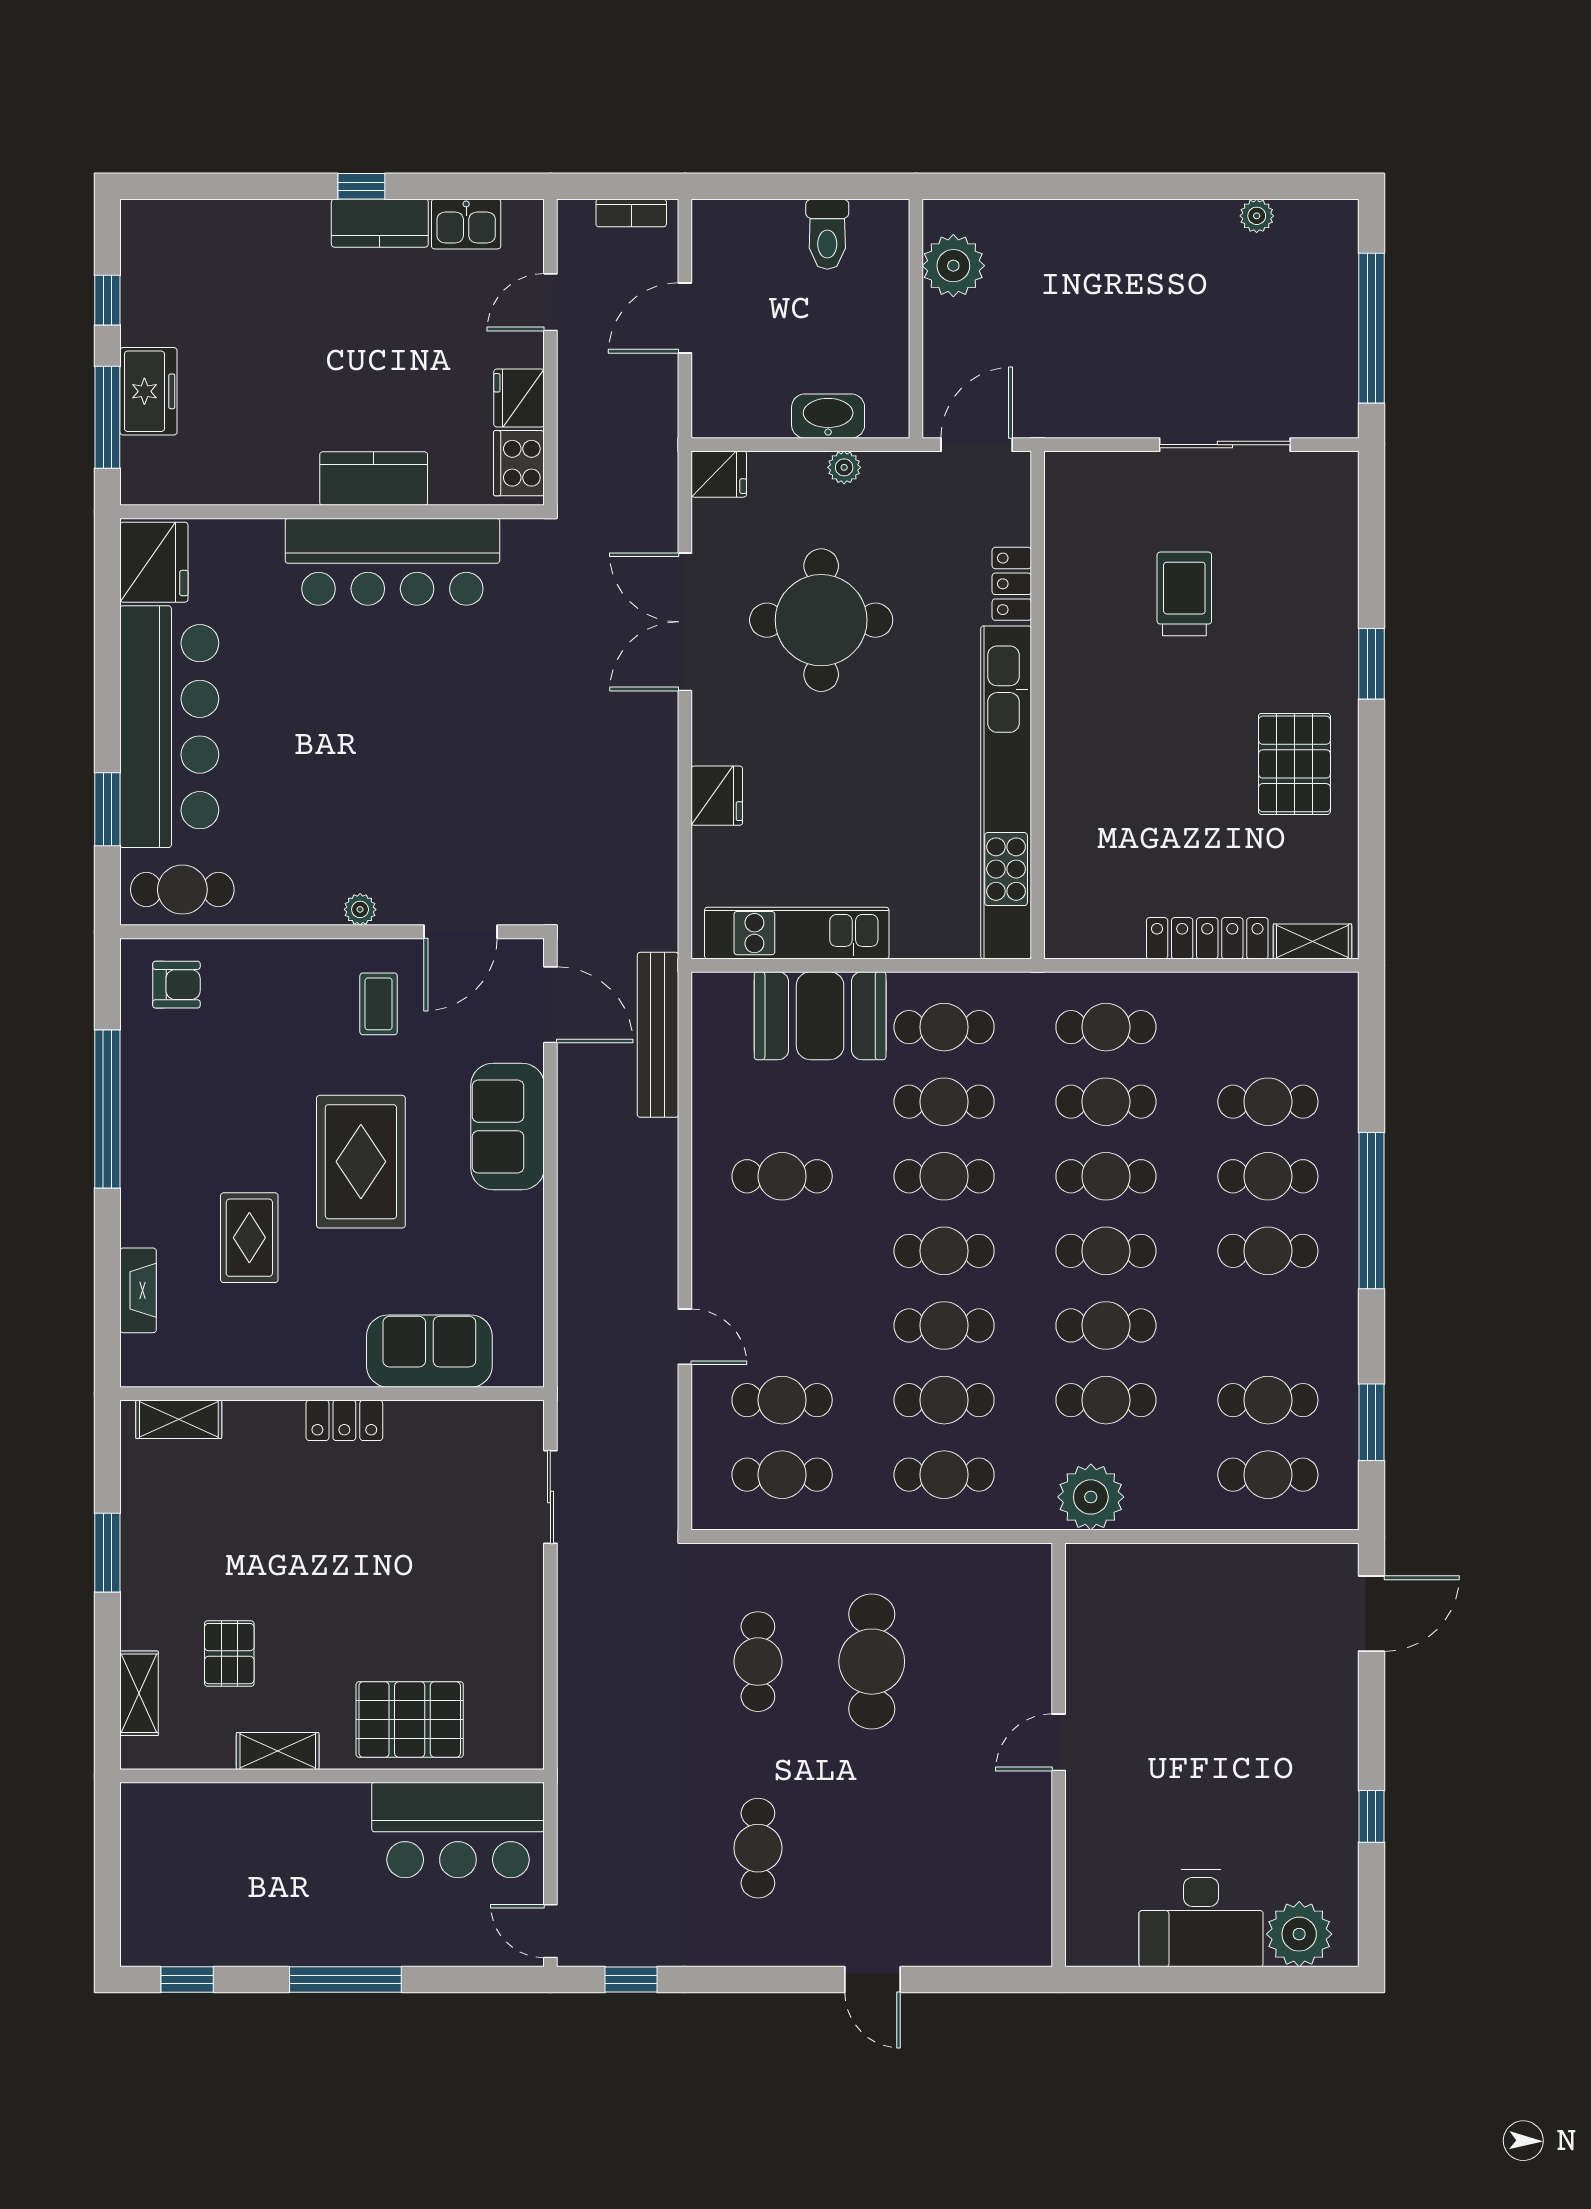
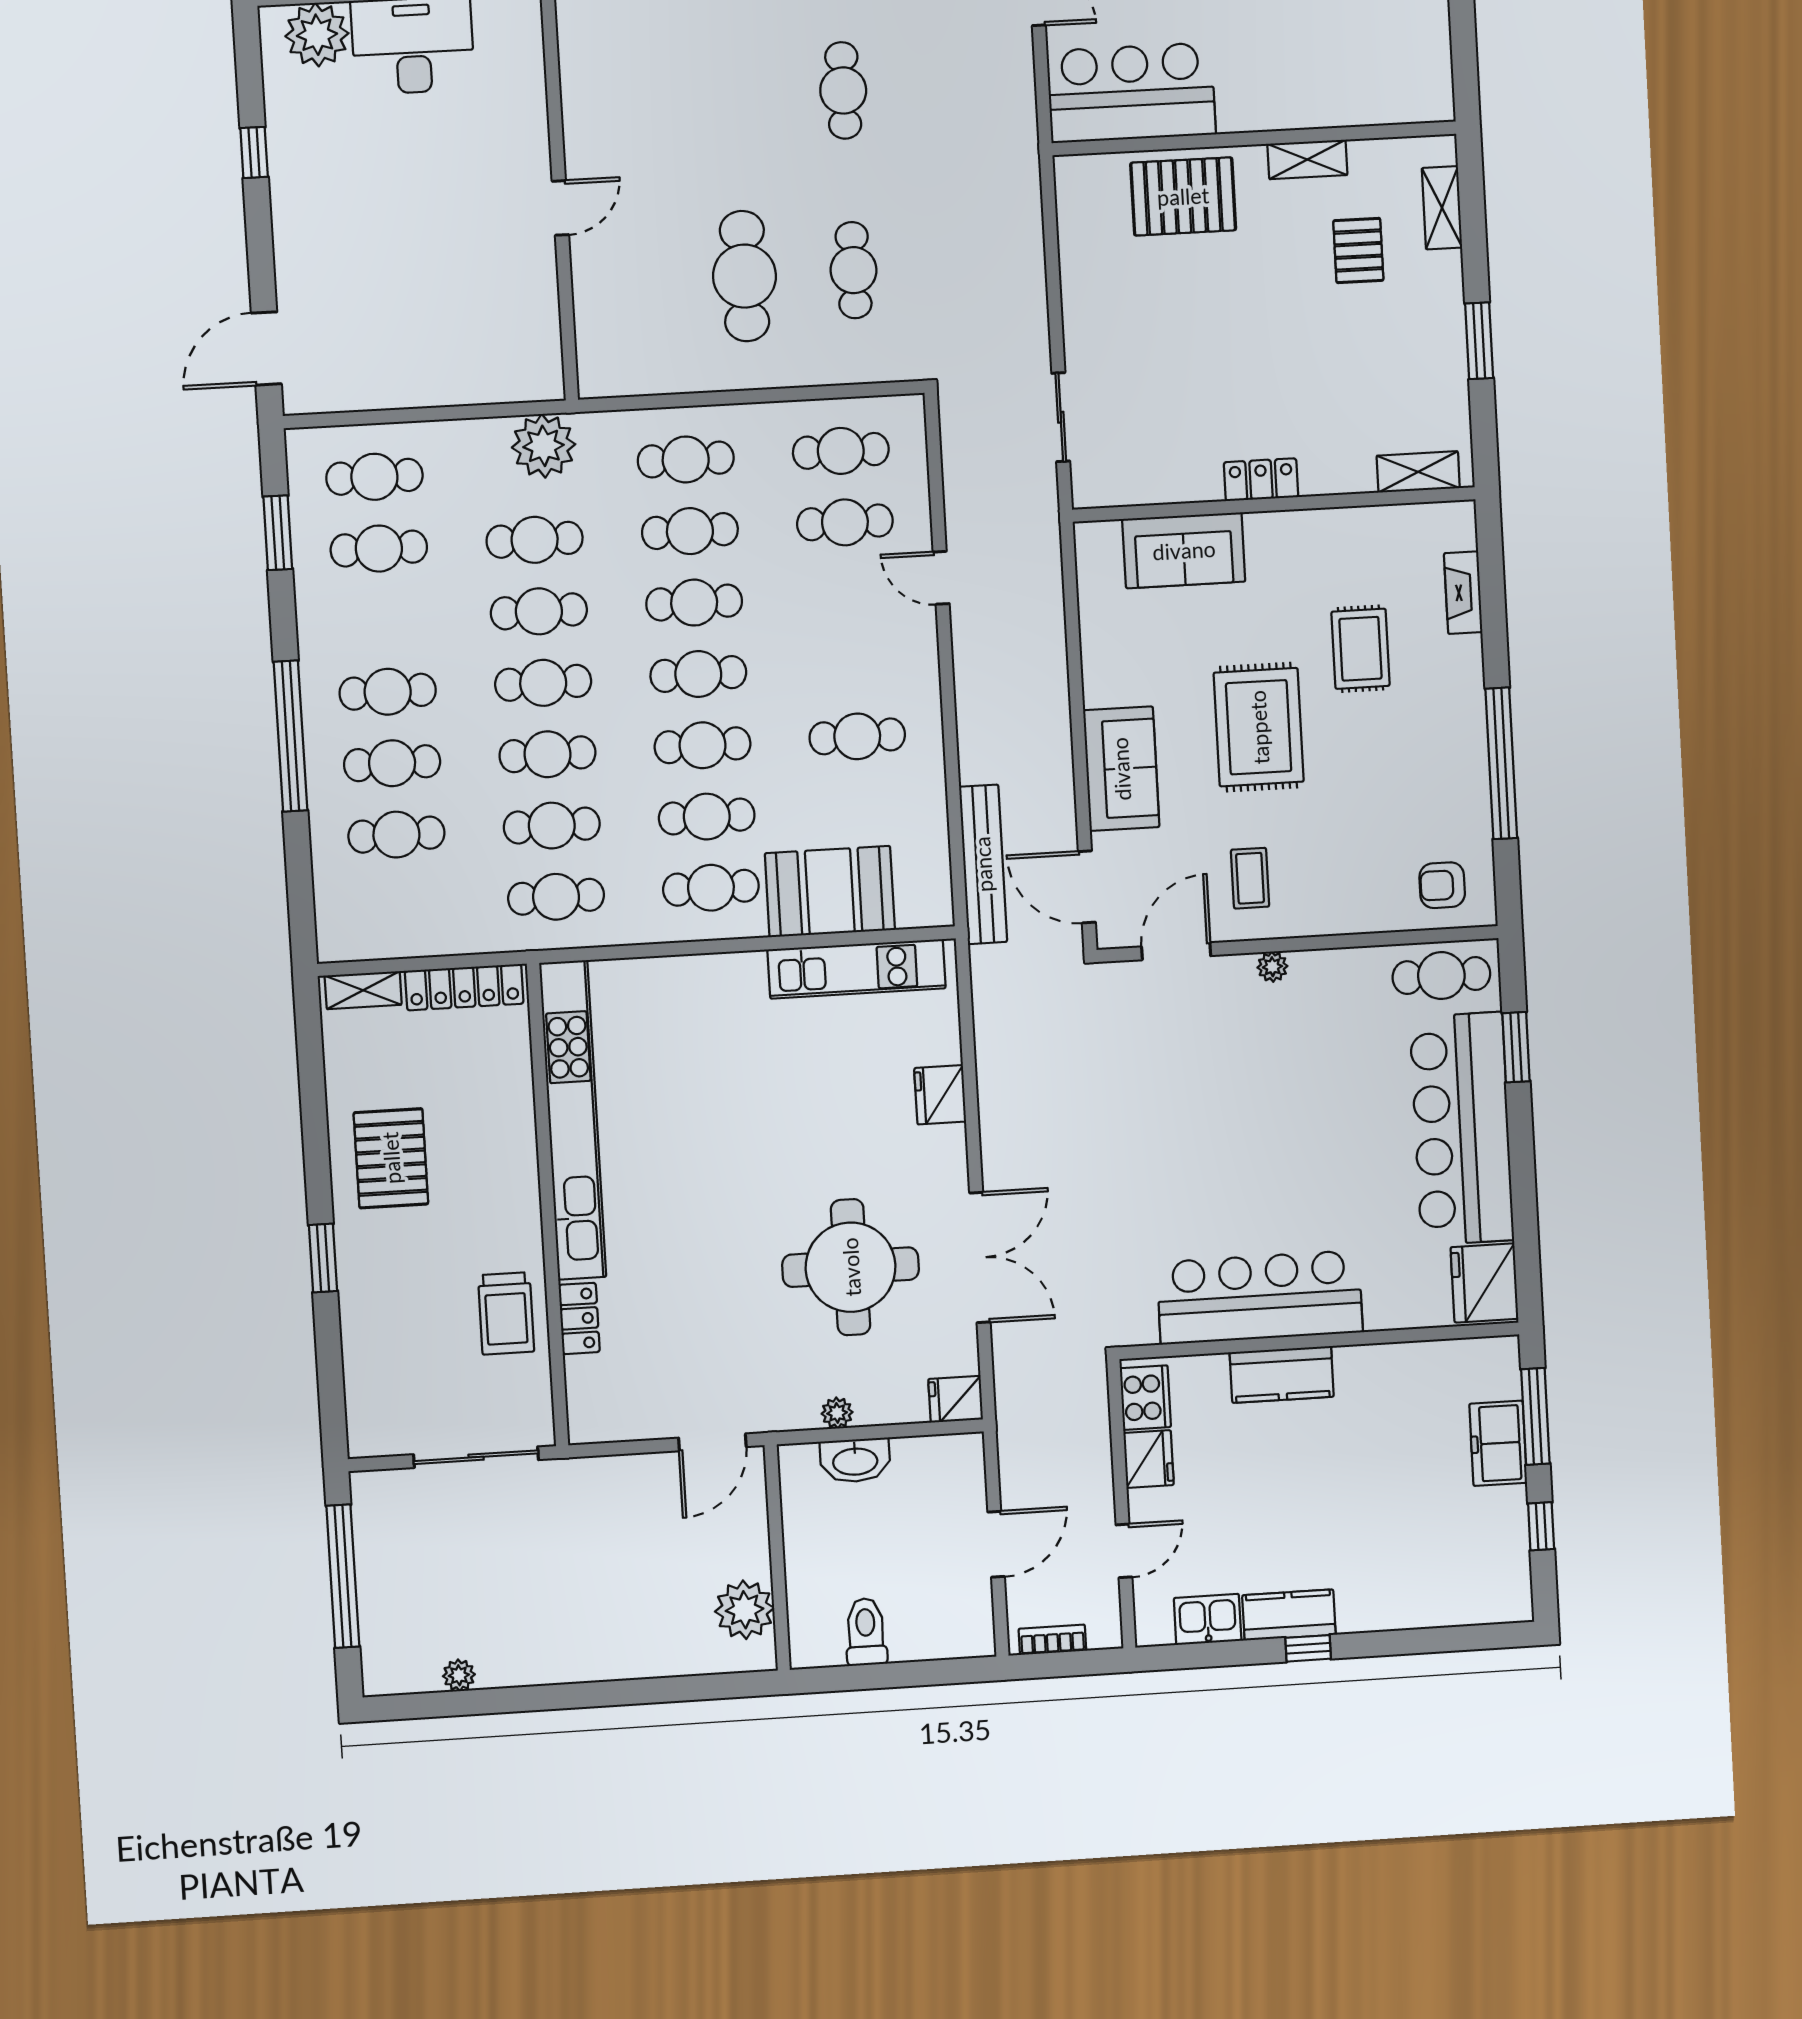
locker: (1012, 584) -> (579, 1318), moved
wall: (1038, 705) -> (548, 1205), moved
kitchen unit: (1006, 792) -> (573, 1120), moved

